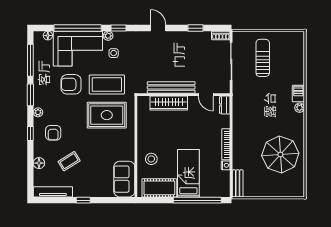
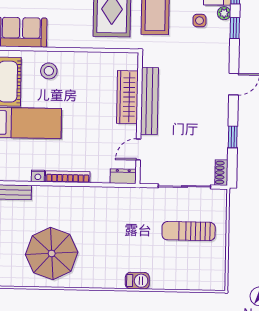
sun lounger: (263, 58) -> (189, 231), turned 180
plant: (300, 108) -> (117, 282), removed

